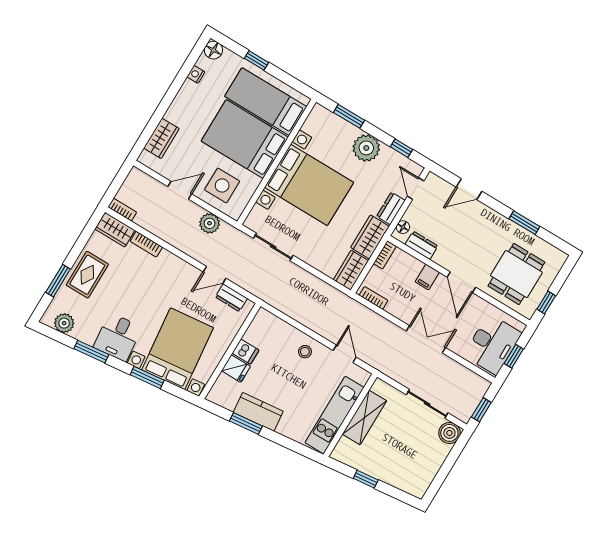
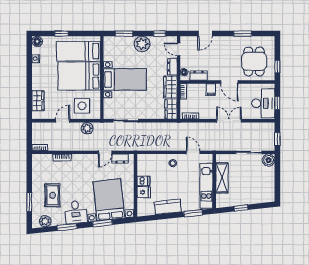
bed with nightstands: (309, 185) -> (125, 79), width x0.73
wardrobe: (115, 230) -> (42, 160), removed
rug: (87, 275) -> (53, 195), moved
window: (246, 423) -> (193, 213), moved

